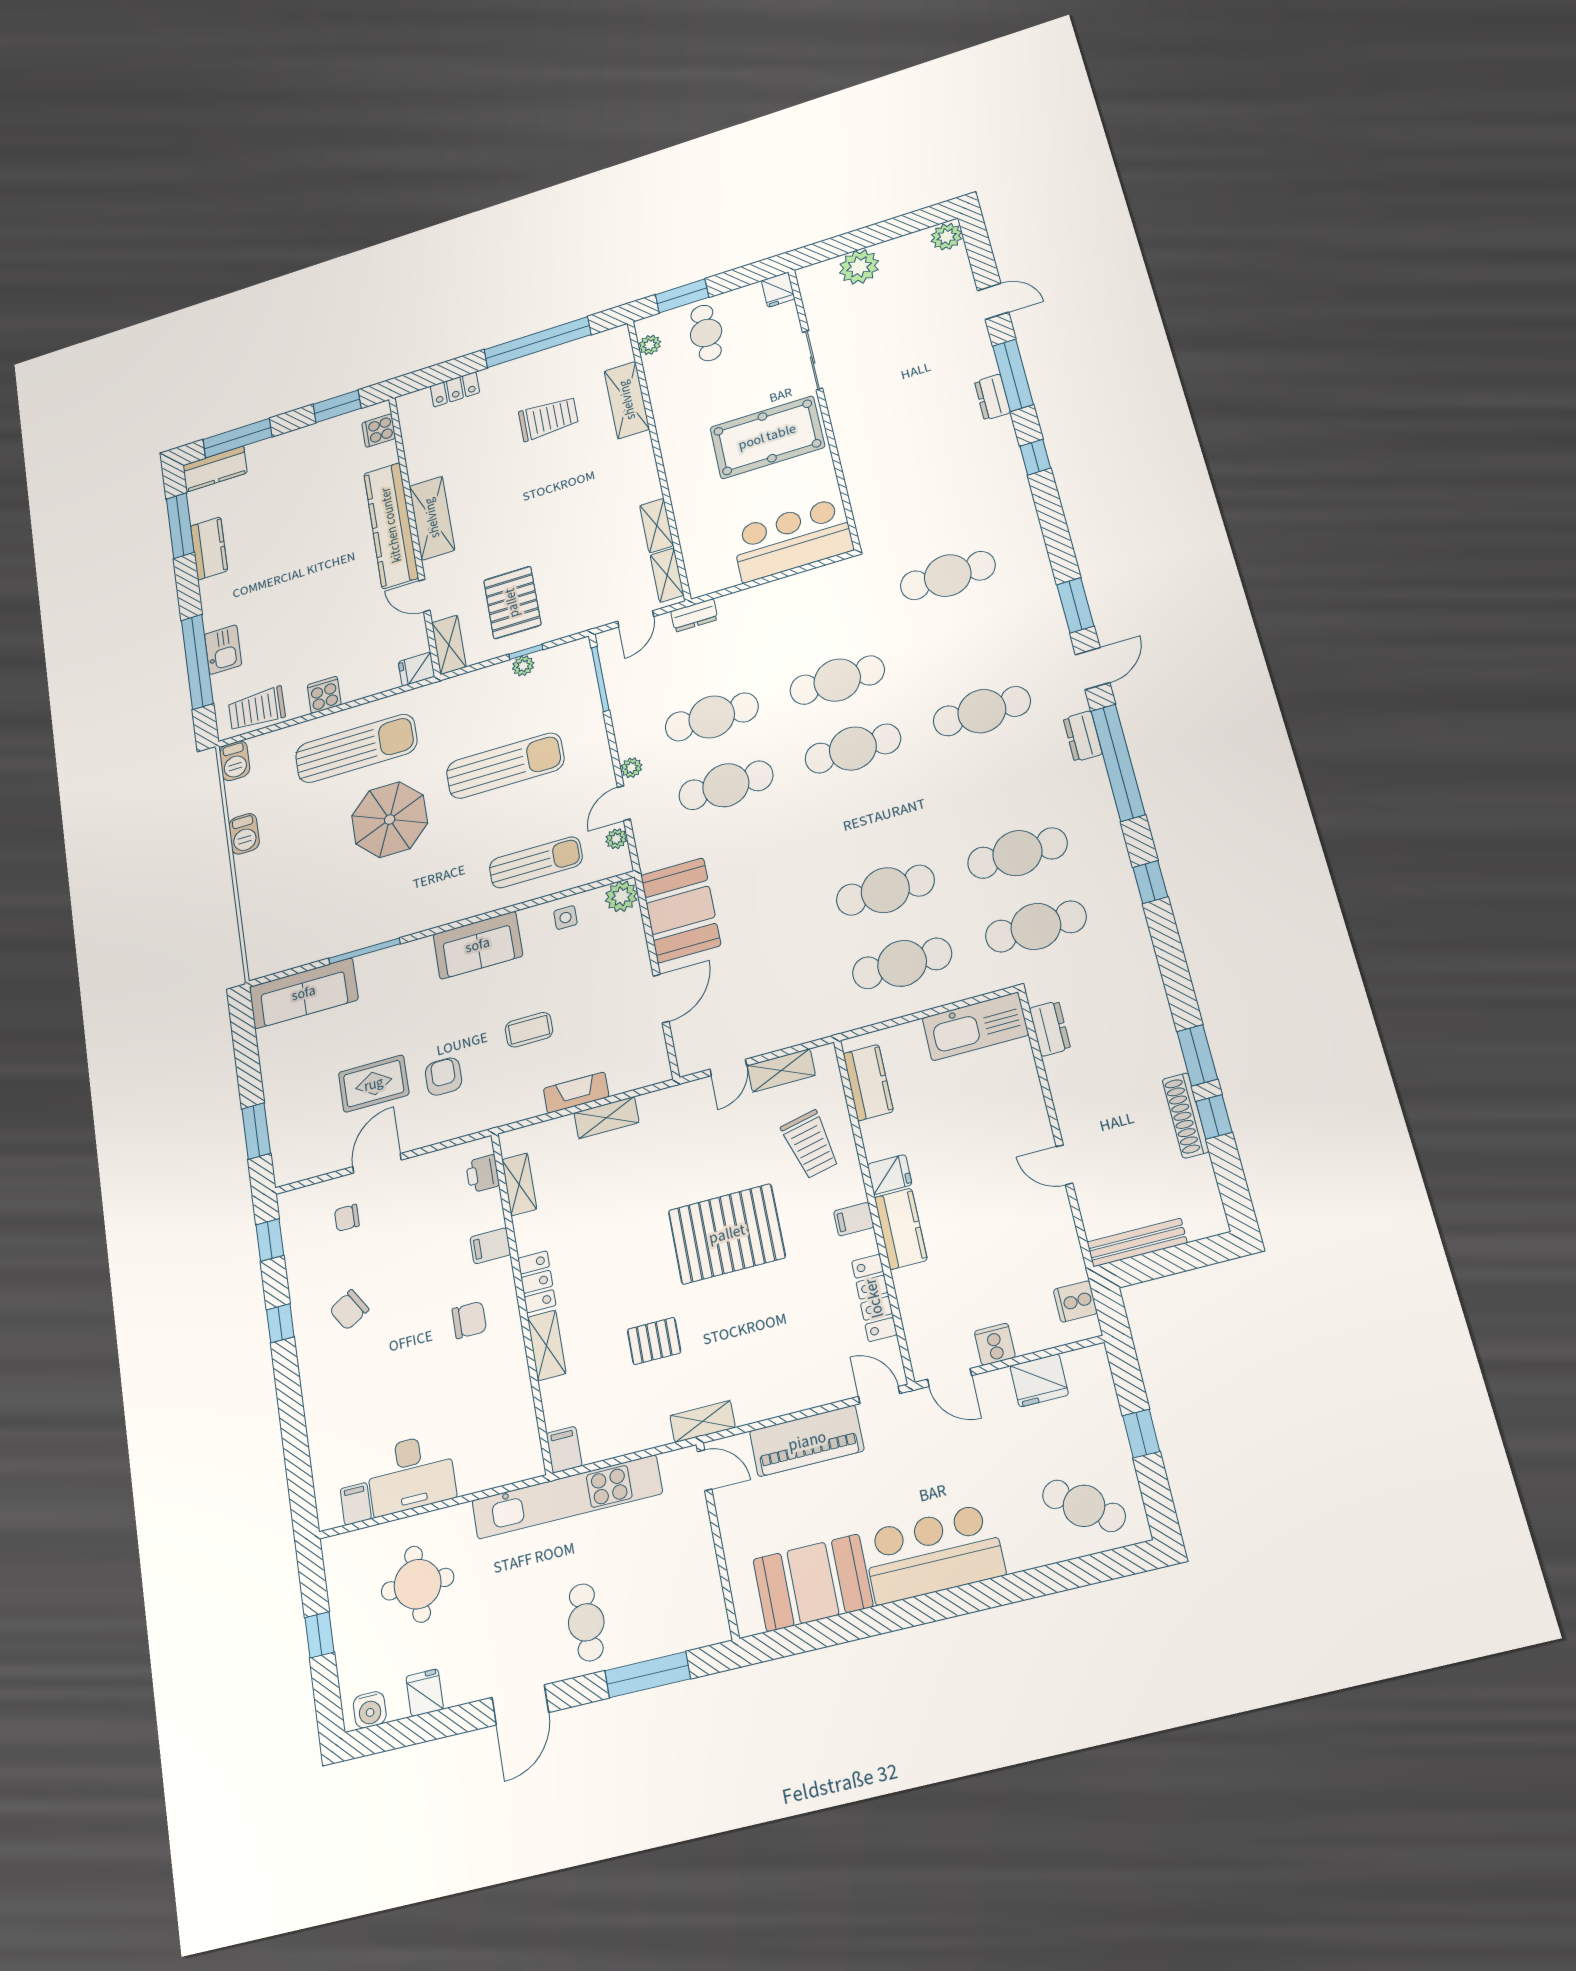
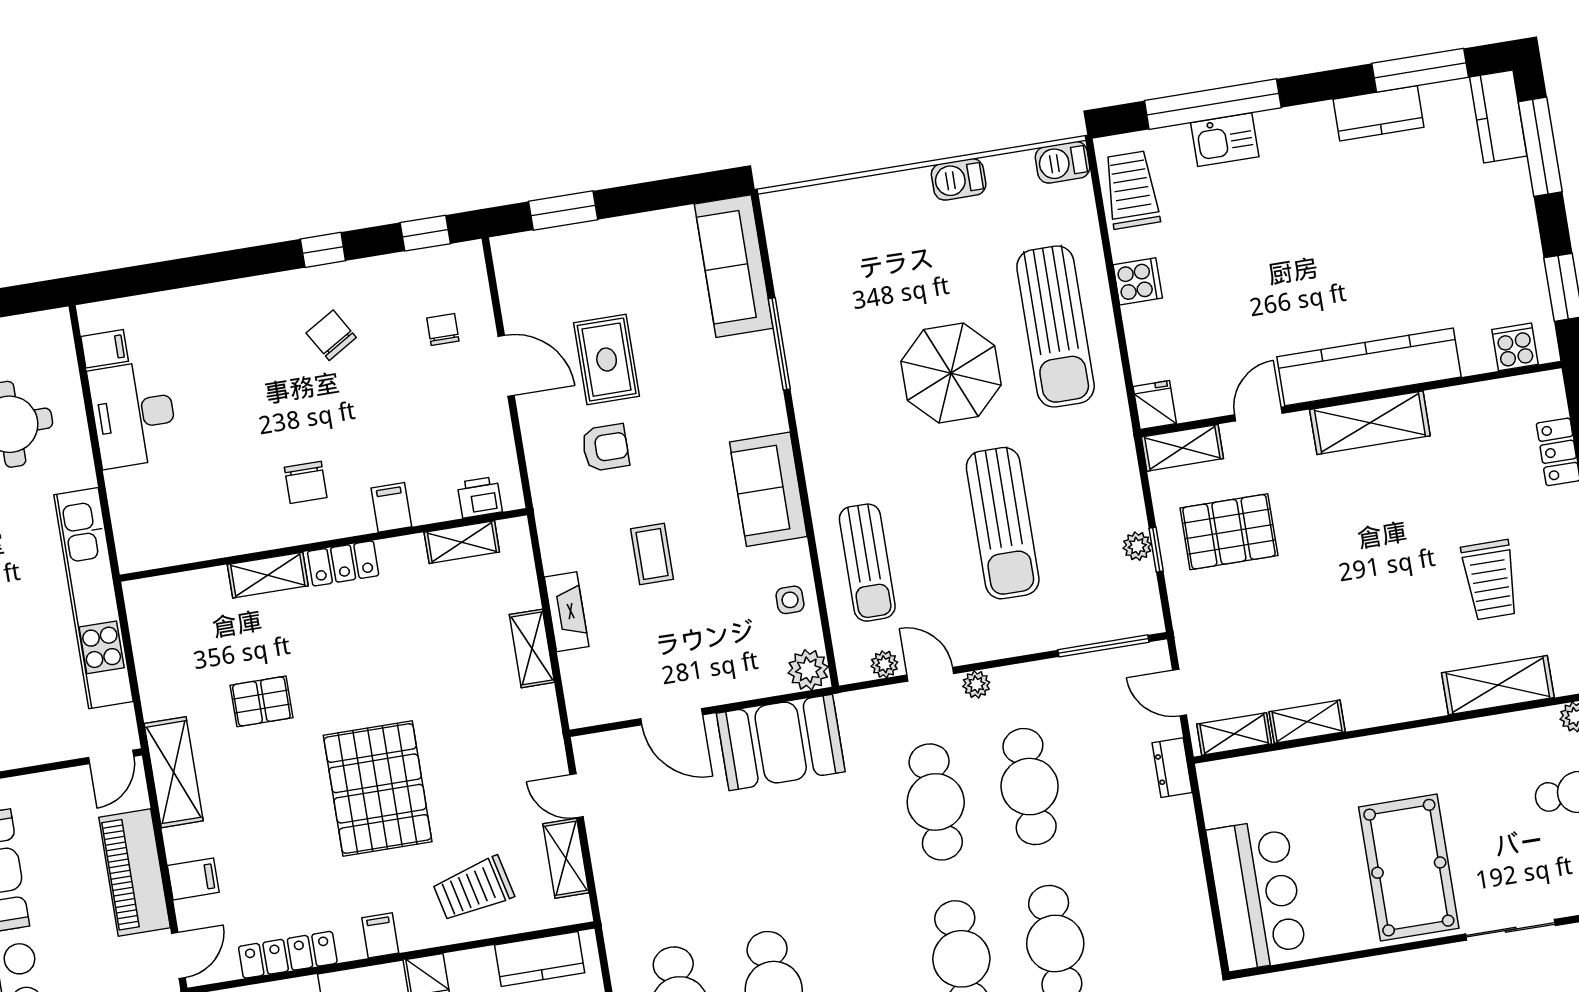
pallet: (654, 1341) -> (261, 701), turned 90
shelving: (703, 1422) -> (174, 772), width x1.50, depth x1.33
filing cabinet: (564, 1450) -> (193, 879), moved

